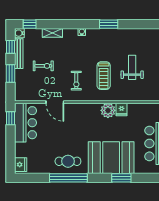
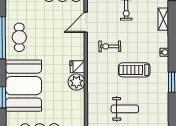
treadmill: (104, 76) -> (134, 70), moved
fridge: (122, 110) -> (77, 67), moved

